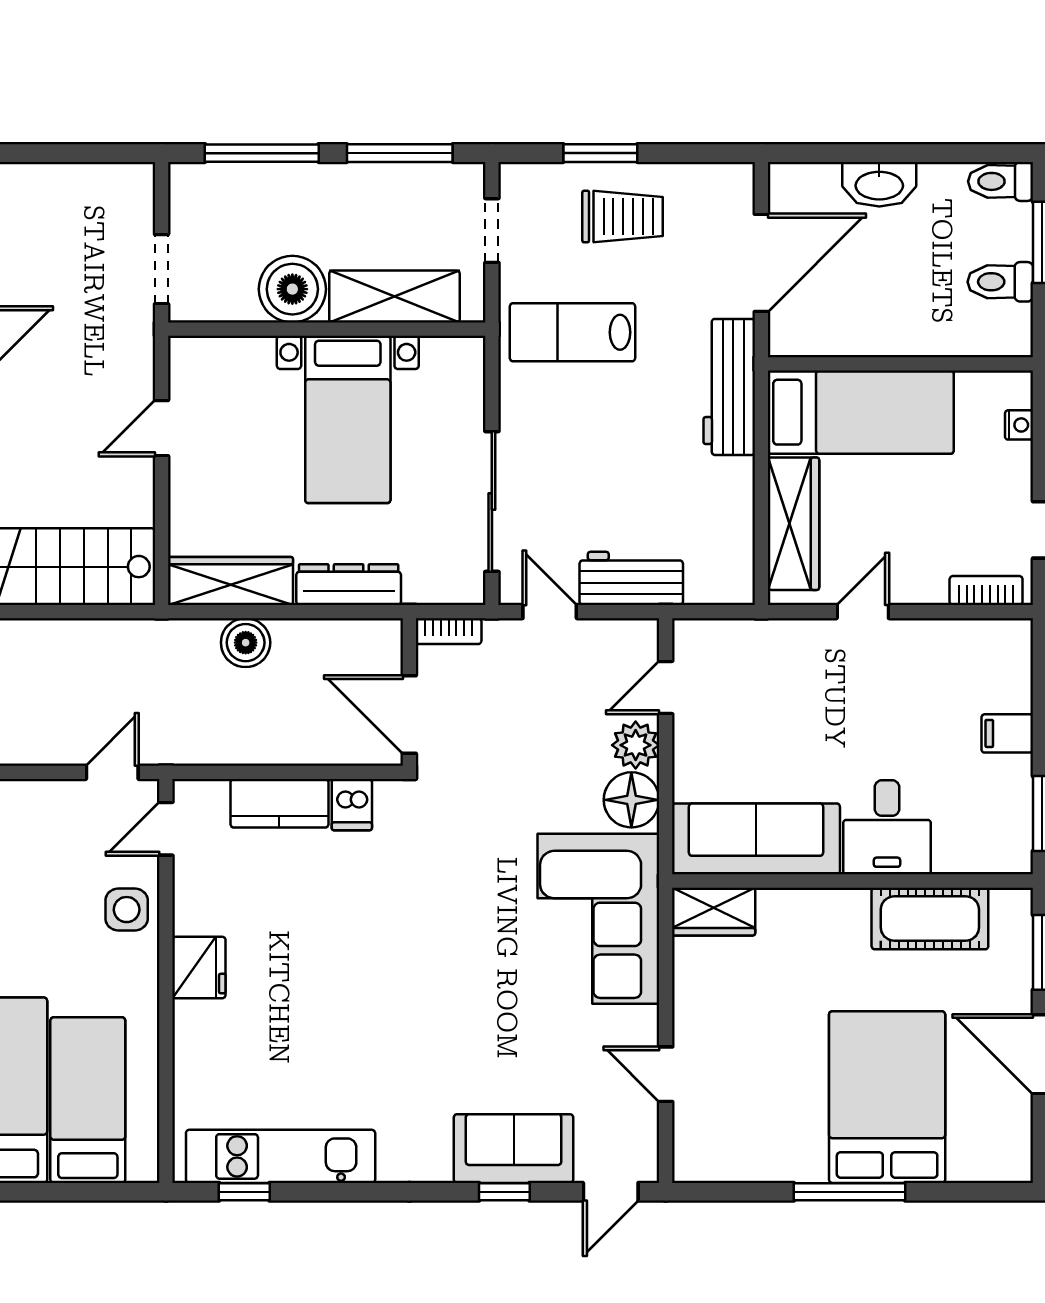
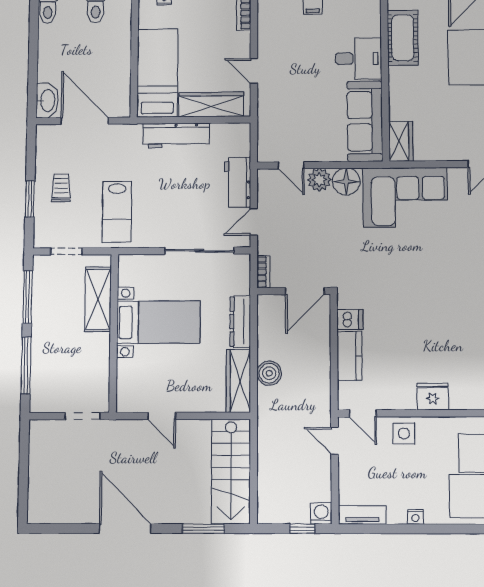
washbasin: (879, 184) -> (47, 101), moved
trolley: (623, 217) -> (61, 188), width x0.73, depth x0.72
boiler: (292, 289) -> (94, 350), removed
workbench: (729, 387) -> (176, 136), moved

